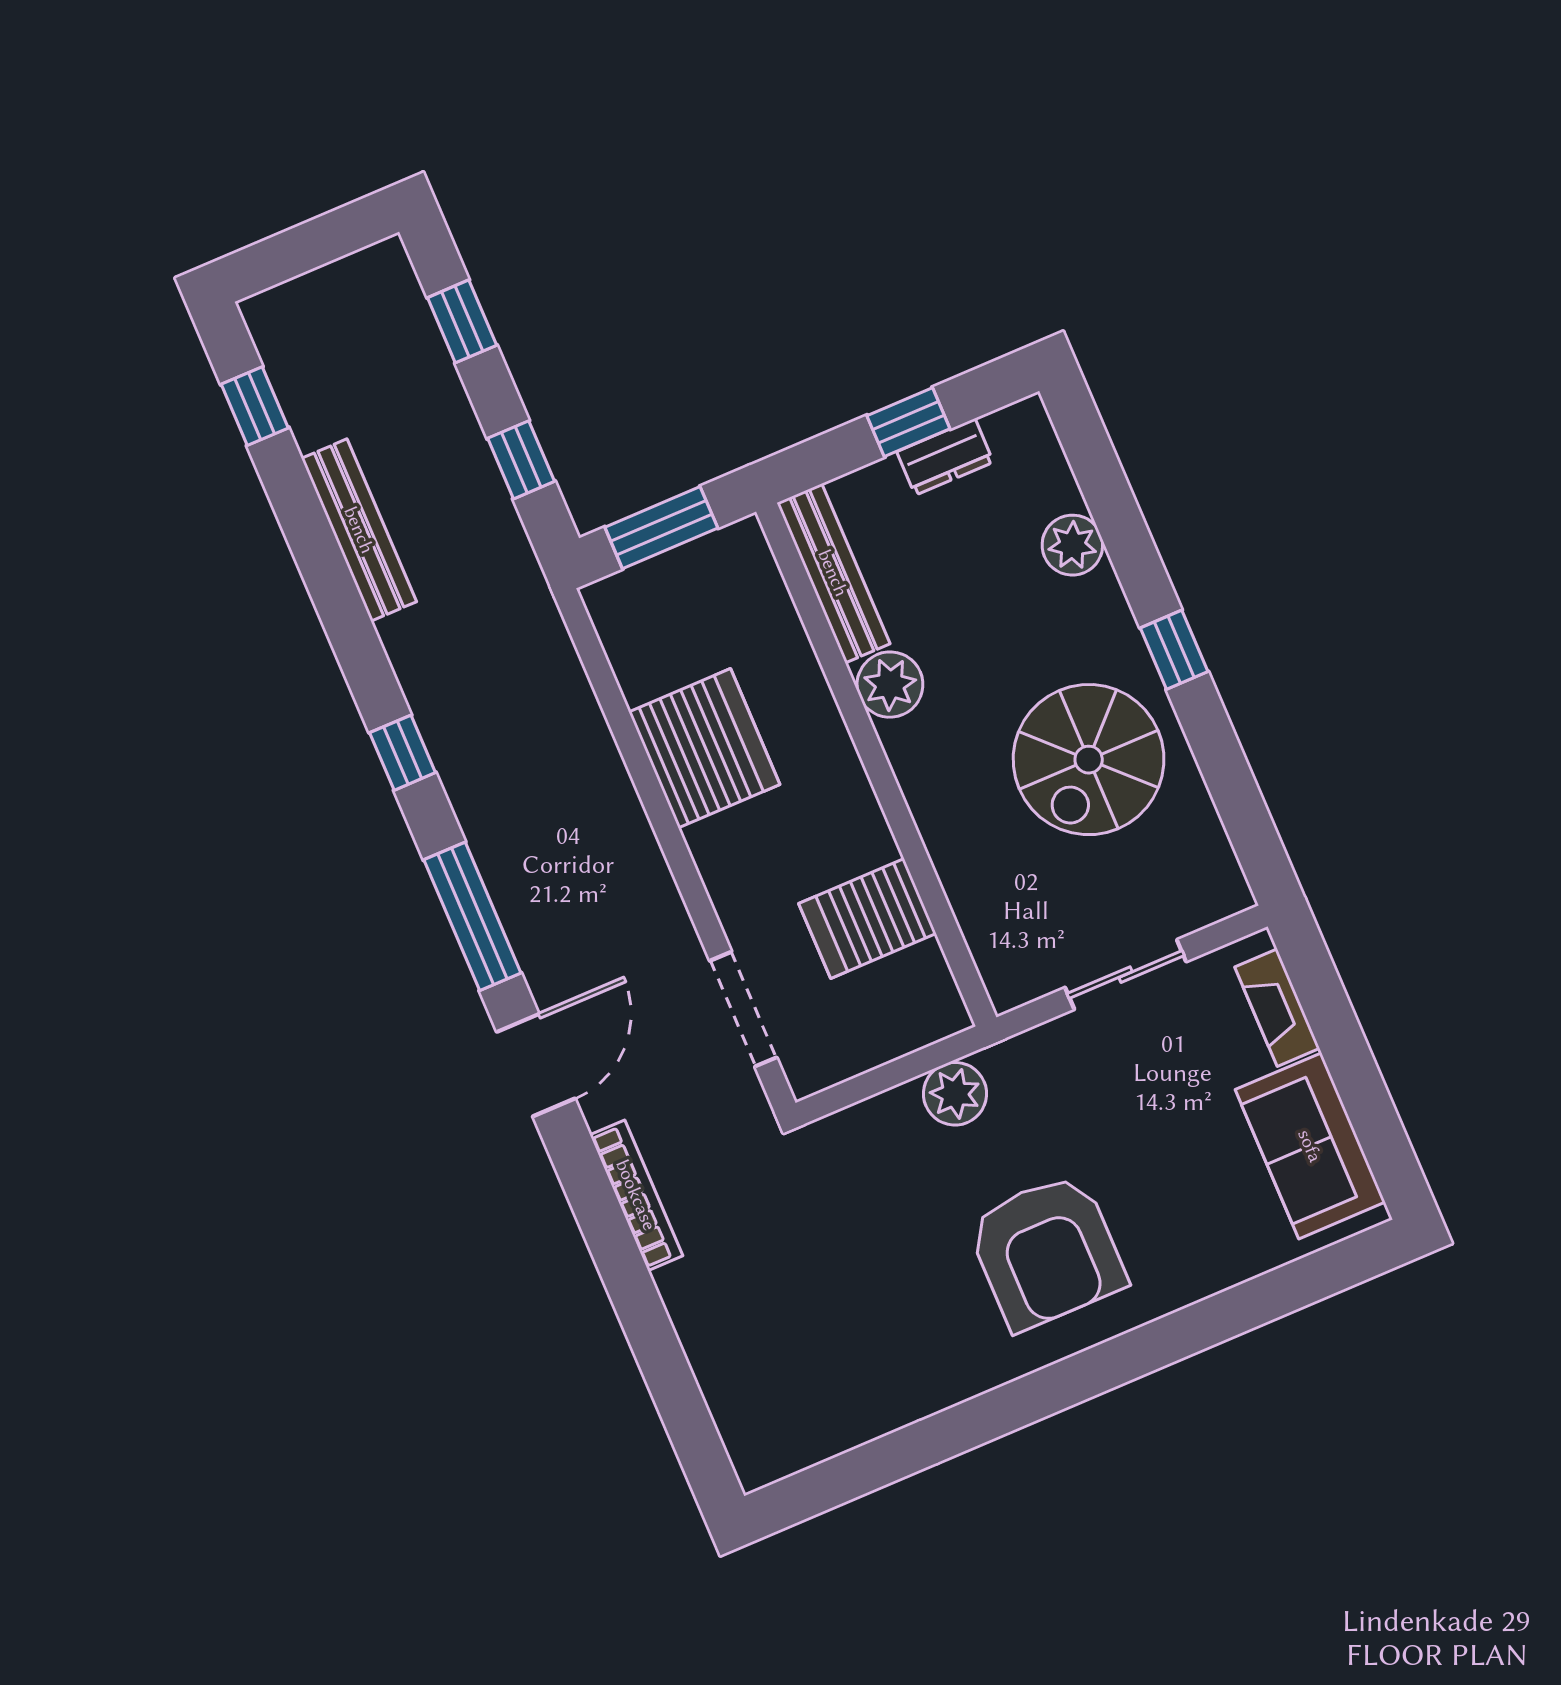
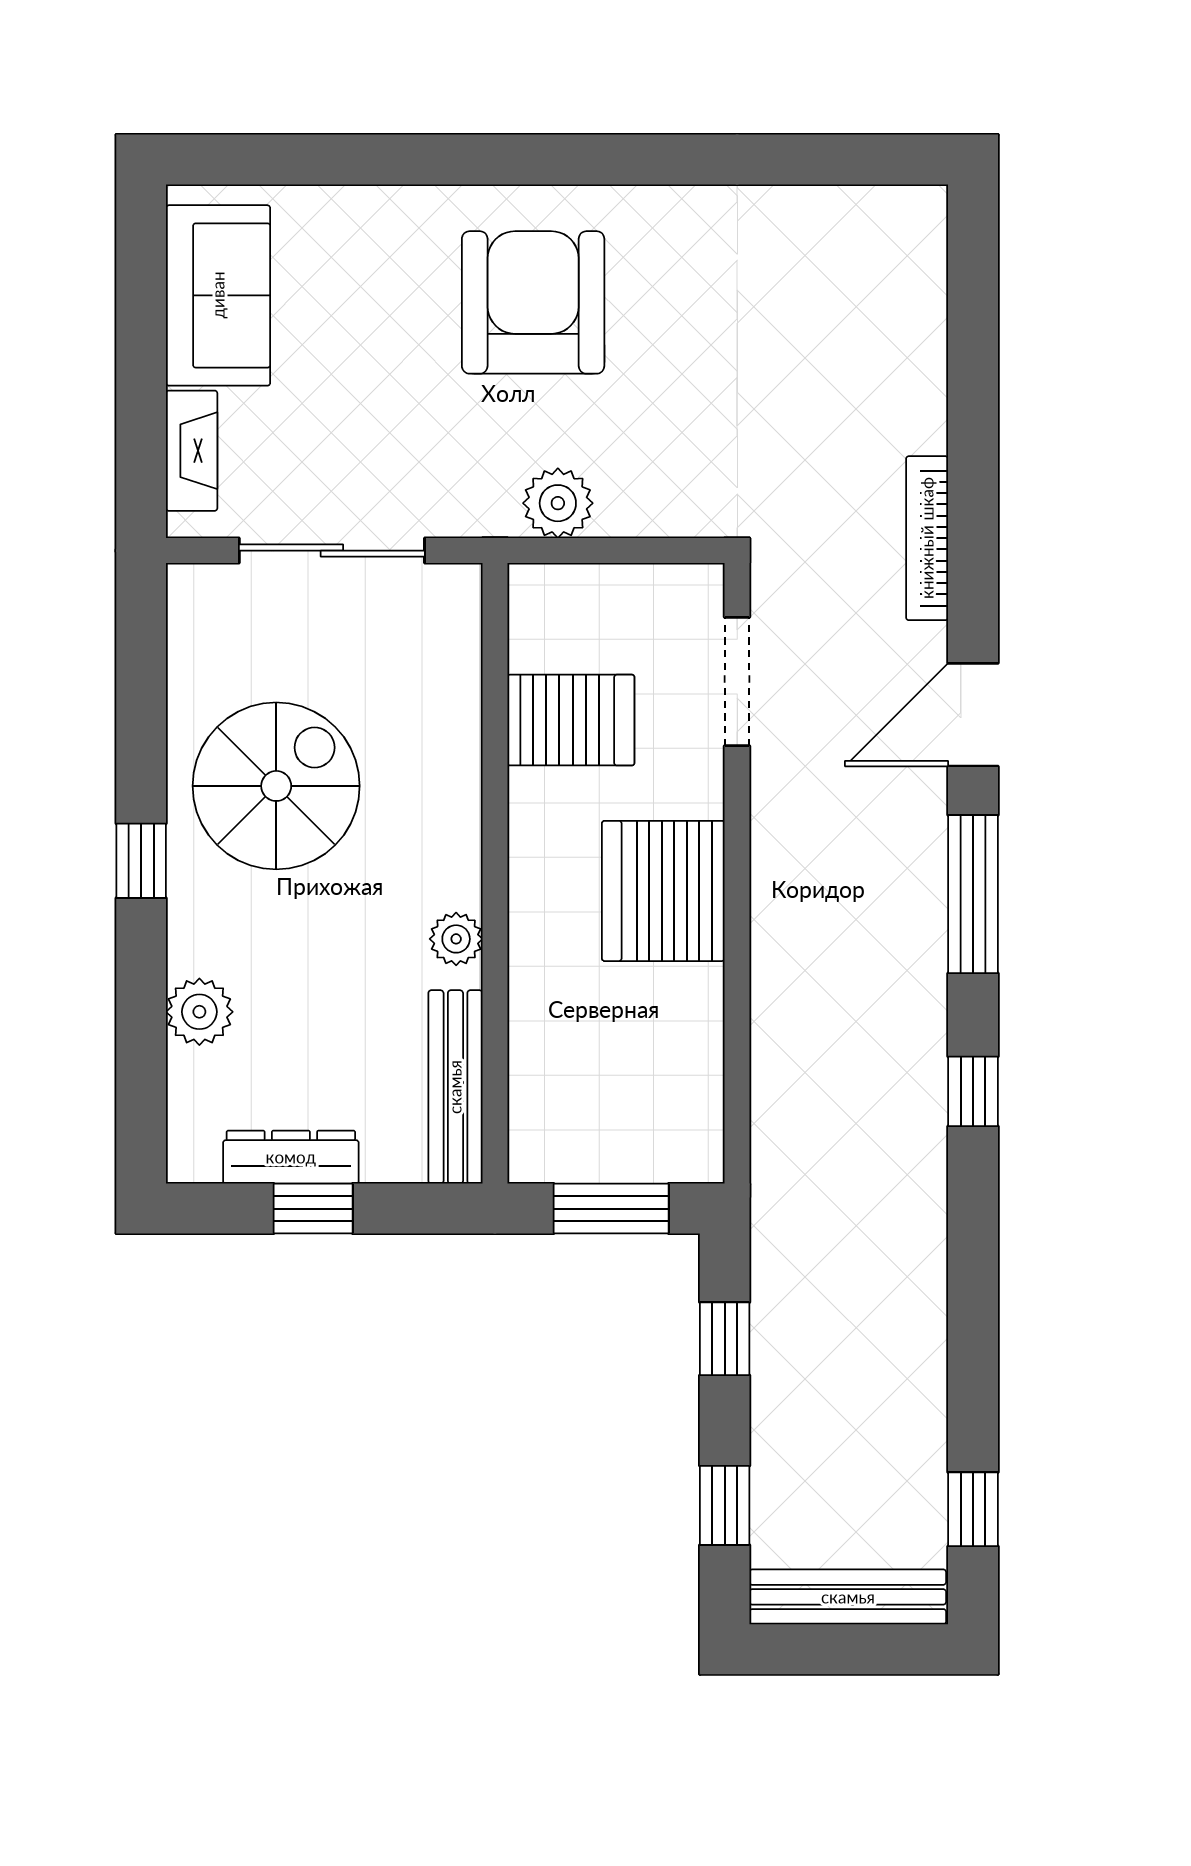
dresser: (945, 457) -> (291, 1157), width x1.44
bench: (359, 530) -> (848, 1597), moved, turned 90
plant: (890, 685) -> (456, 939), width x0.73, depth x0.73
server rack: (704, 748) -> (663, 891), moved
sliding door: (1126, 975) -> (332, 551), width x1.37

